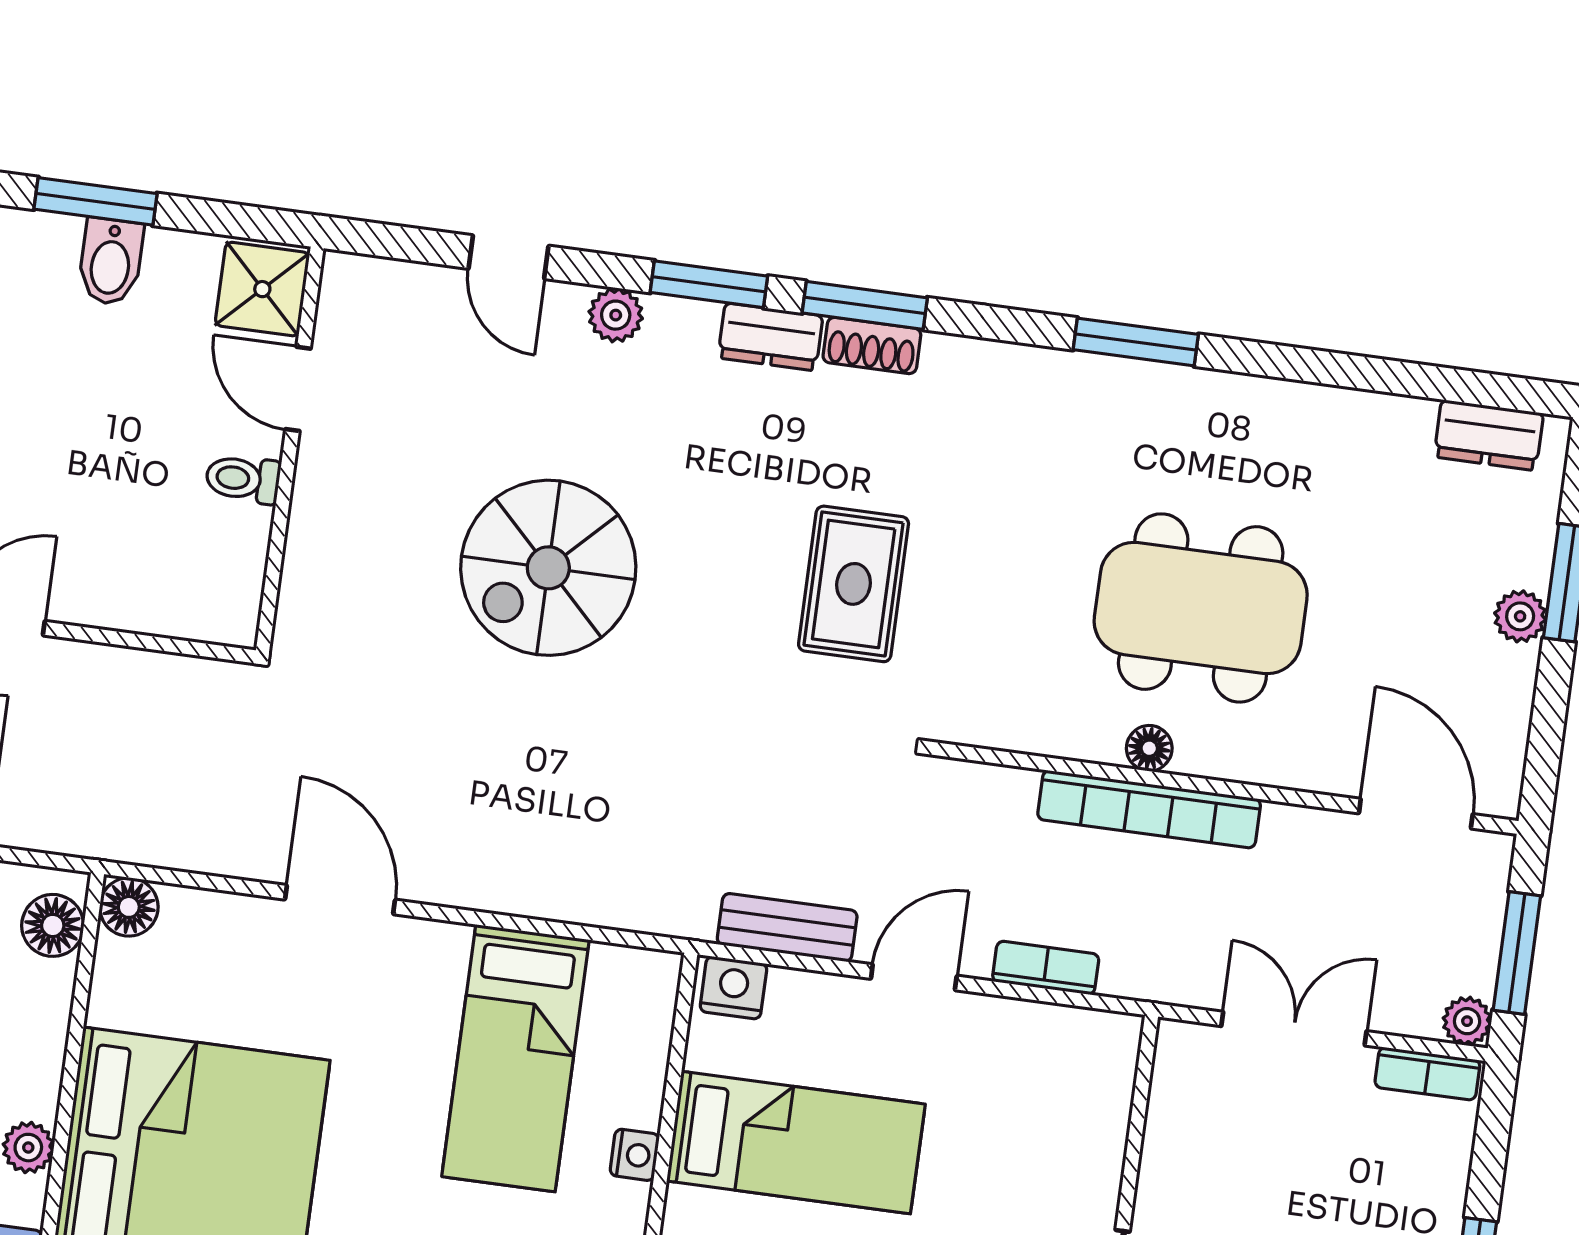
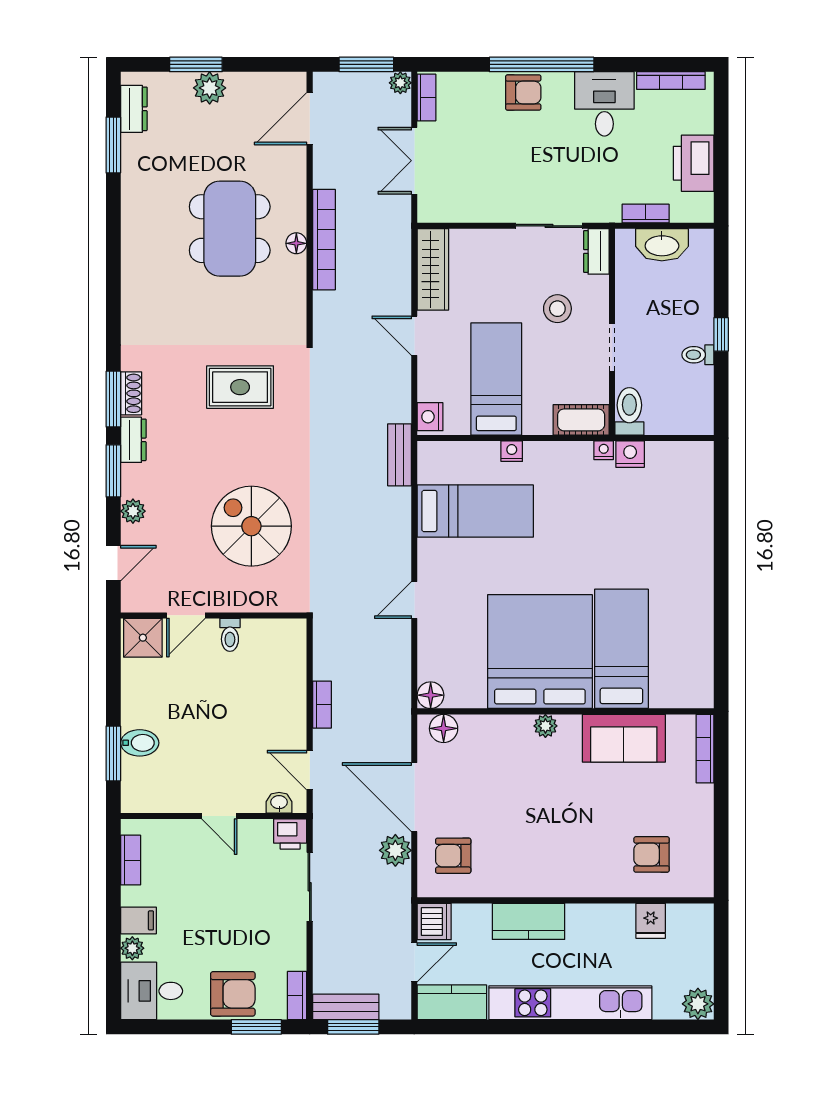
shower: (262, 289) -> (143, 638), moved
window: (1136, 342) -> (113, 145), moved
door: (298, 389) -> (186, 615), moved
wall: (290, 449) -> (214, 615), moved
toilet: (243, 479) -> (230, 635), moved
spiral stairs: (548, 568) -> (251, 526), turned 180
plant: (1520, 616) -> (210, 88), width x1.38, depth x1.38
door: (340, 900) -> (414, 600), width x0.73
bench: (787, 928) -> (400, 455), moved
bookcase: (1046, 968) -> (322, 705), moved, turned 180
wardrobe: (1052, 1037) -> (433, 269), added

